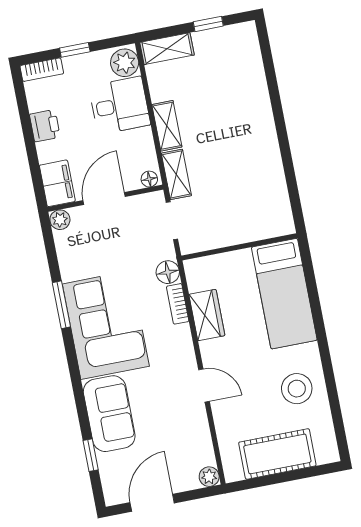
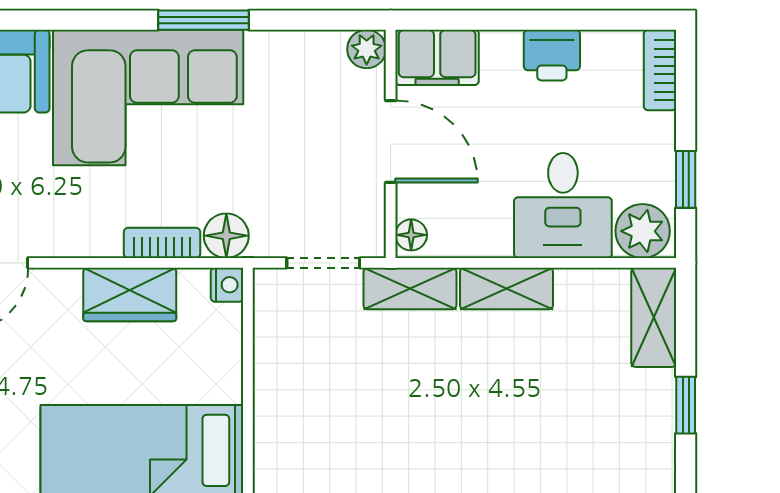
window: (75, 50) -> (686, 179), moved
nightstand: (192, 267) -> (227, 285), added

